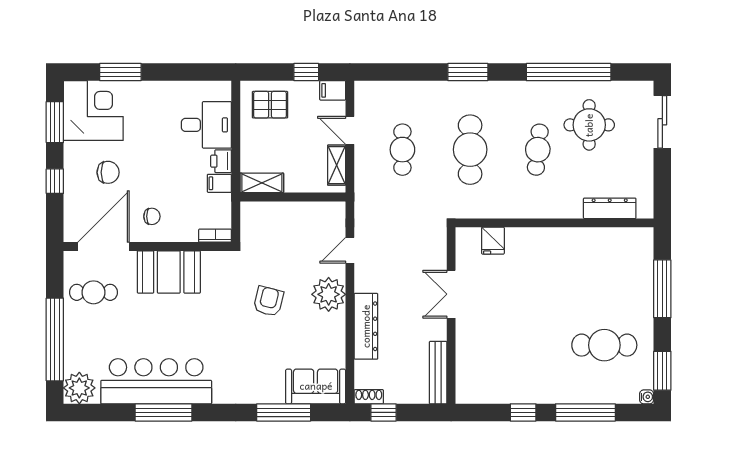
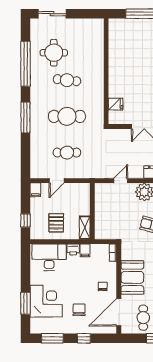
window: (306, 72) -> (26, 220), moved
window: (468, 72) -> (26, 118), width x1.44
pallet: (270, 105) -> (56, 223), moved
corner desk: (93, 111) -> (46, 301), moved, turned 90
desk: (206, 125) -> (49, 257), width x1.37
shelving: (337, 165) -> (75, 188), removed
dresser: (610, 208) -> (98, 42), removed
door: (104, 247) -> (119, 312), hinge flipped
door: (350, 250) -> (121, 181), swing flipped

